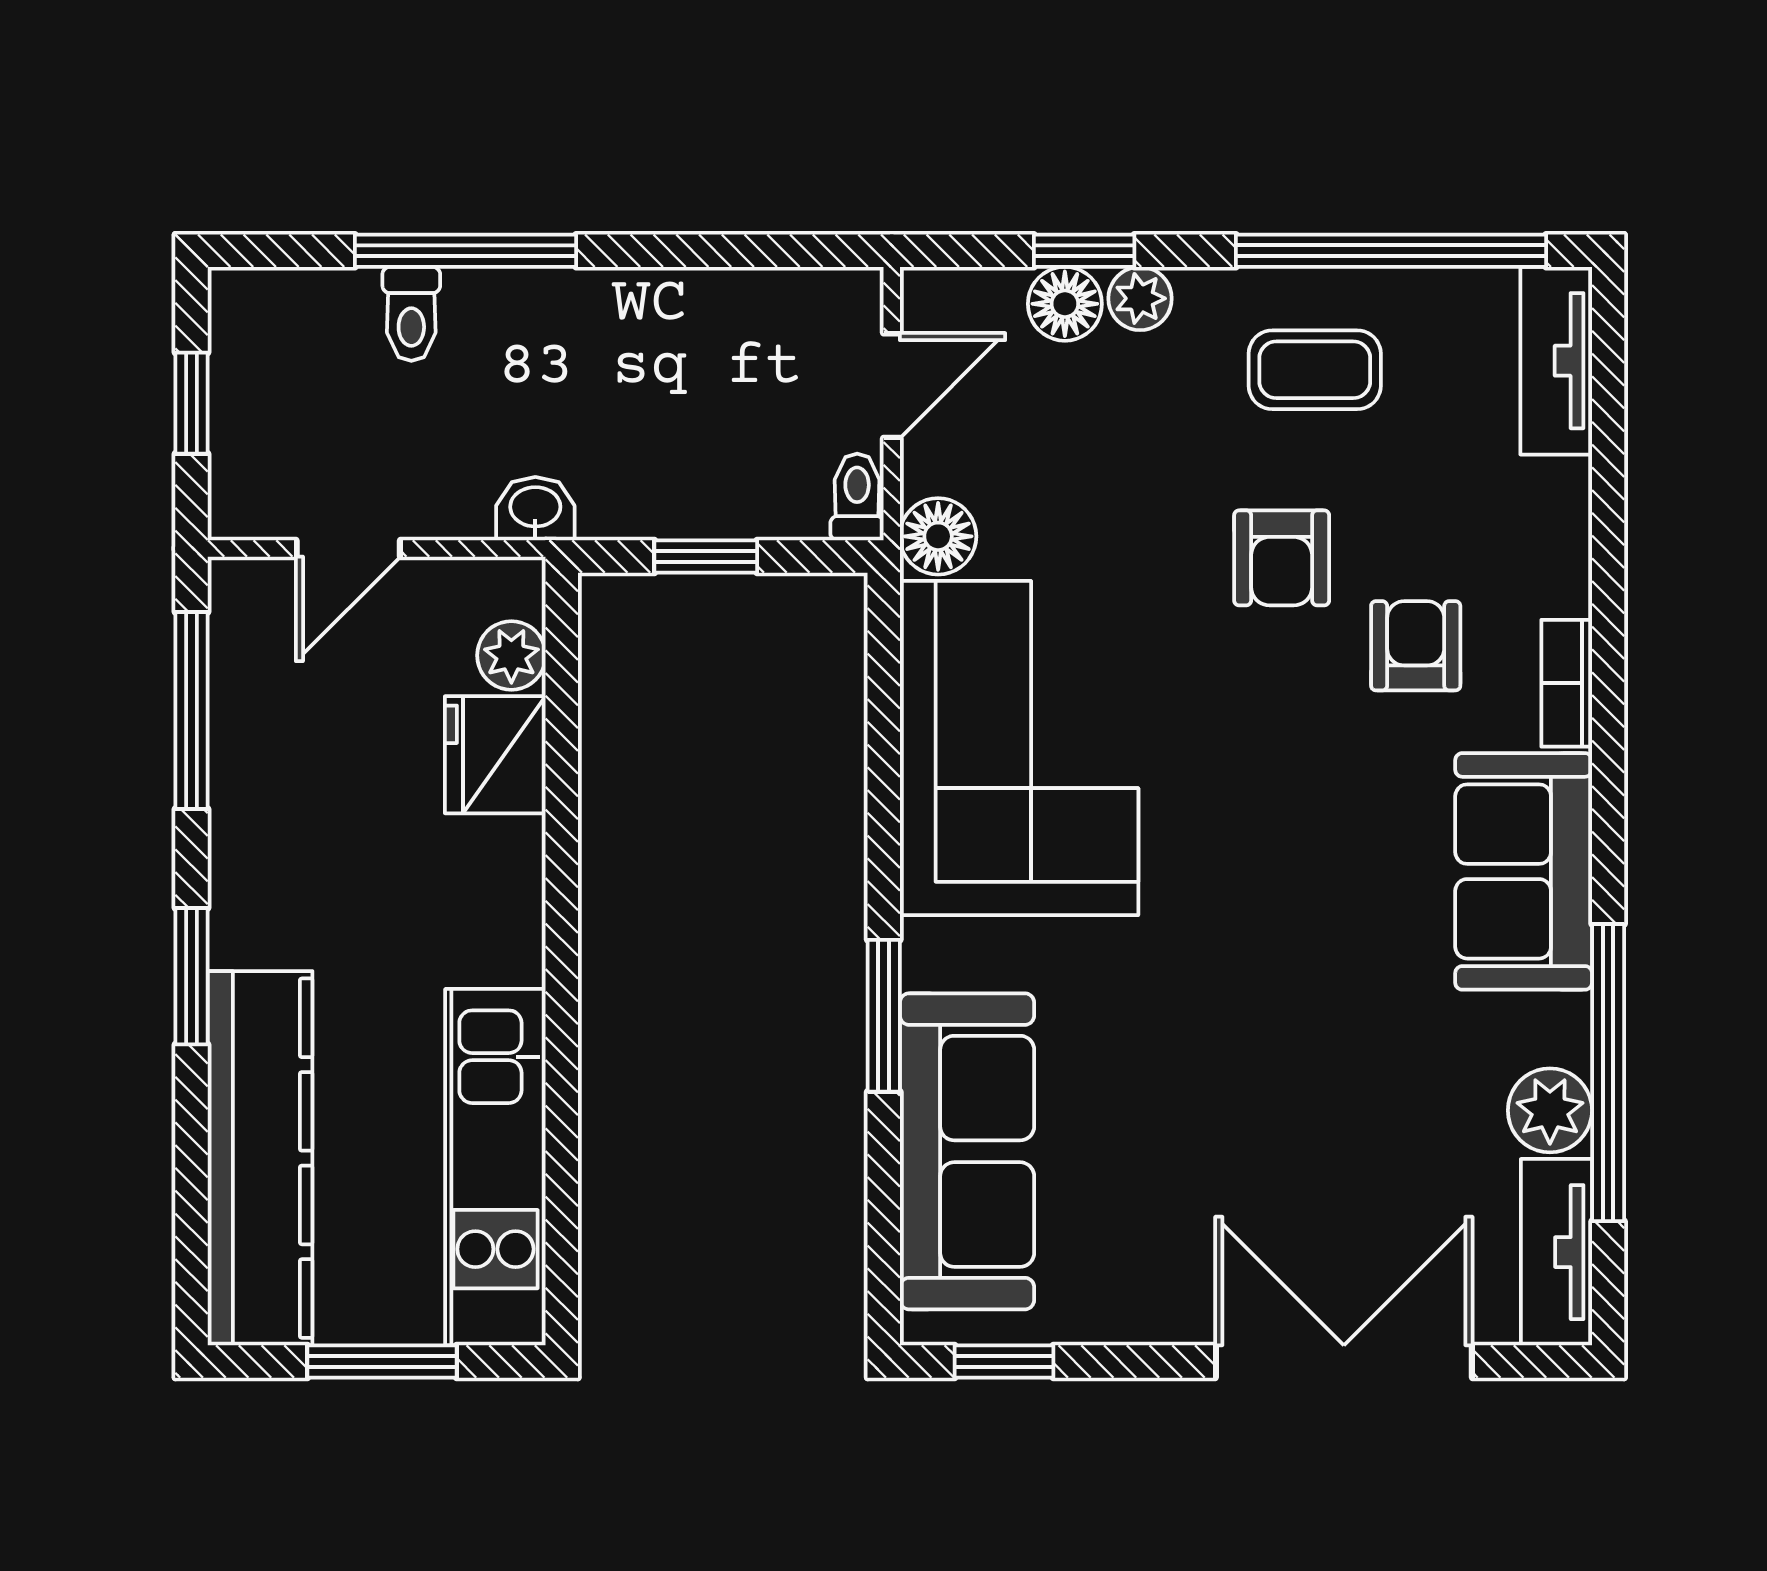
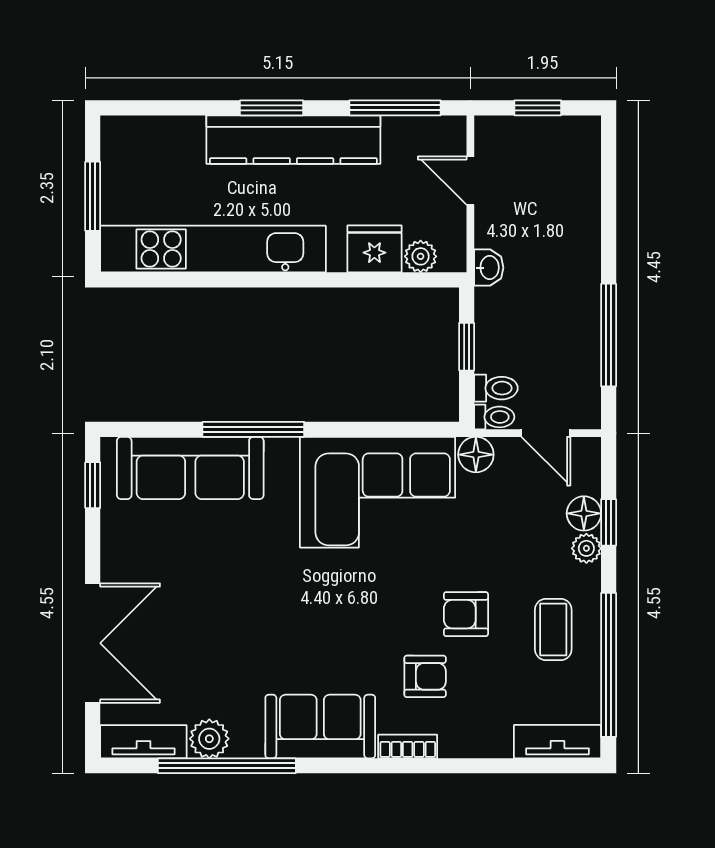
window: (465, 251) -> (609, 335), moved
toilet: (411, 314) -> (496, 388), moved, turned 180
window: (884, 1016) -> (253, 429), width x1.44
kitchen counter: (260, 1158) -> (293, 140), moved
kitchen unit: (495, 1167) -> (213, 249), width x1.36

